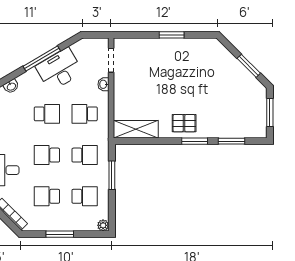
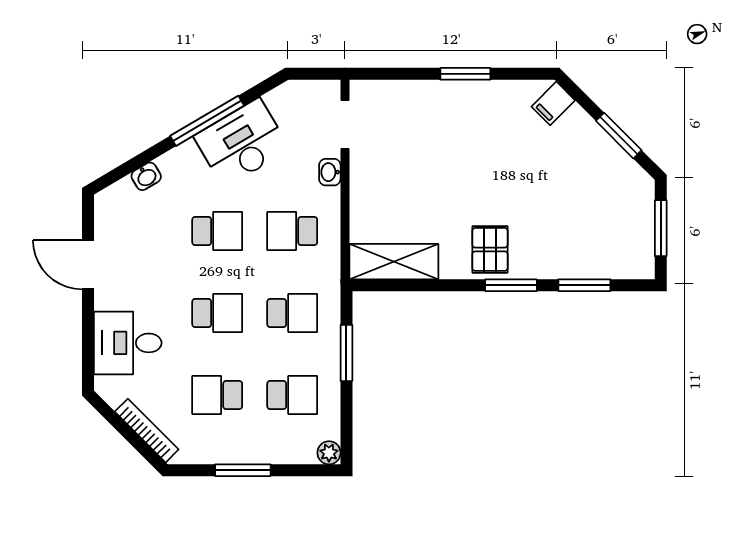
filing cabinet: (216, 50) -> (553, 103), added
pallet: (184, 123) -> (490, 249), turned 90
school desk: (47, 155) -> (217, 313), turned 180

